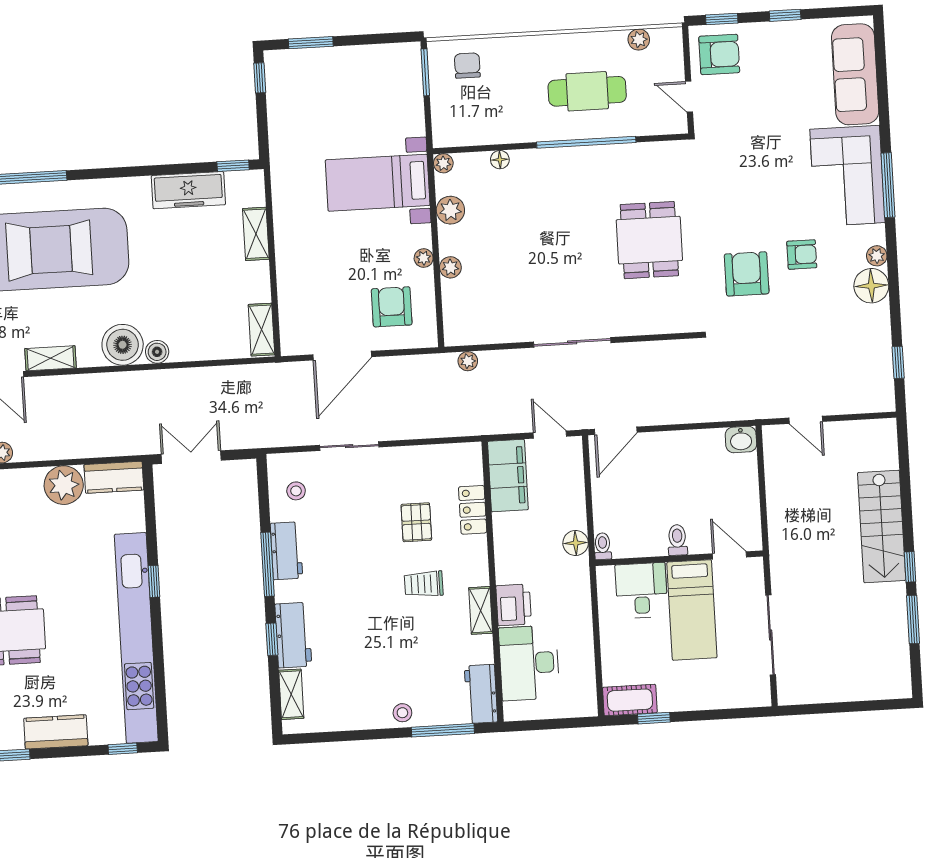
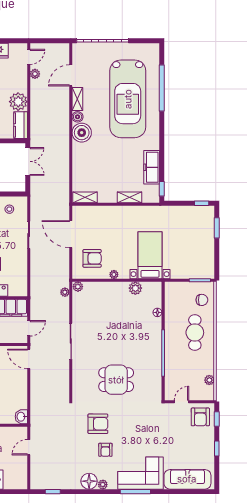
cafe table: (587, 91) -> (195, 333), moved
plant: (443, 163) -> (157, 286), removed
plant: (450, 267) -> (78, 287), moved
boiler: (157, 352) -> (78, 117), moved

